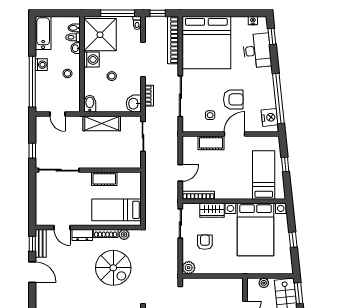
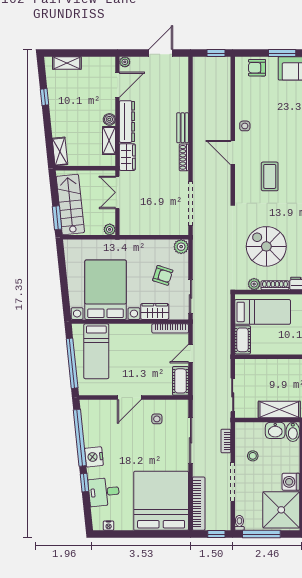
window: (272, 36) -> (84, 483), moved
desk: (257, 51) -> (104, 492), width x0.73
stool: (112, 76) -> (253, 456), moved
armchair: (233, 99) -> (131, 437), removed
washbasin: (134, 104) -> (275, 430), moved, turned 90
nightstand: (270, 117) -> (94, 457), moved
cot: (211, 143) -> (180, 381), moved, turned 90
window: (285, 164) -> (72, 363), width x3.17
cot: (104, 179) -> (243, 340), moved, turned 90
window: (293, 240) -> (63, 278), removed
armchair: (205, 242) -> (163, 275), turned -72
plant: (264, 283) -> (110, 229), moved

